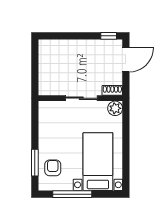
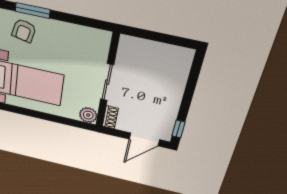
door: (126, 60) -> (144, 139), hinge flipped
armchair: (53, 168) -> (24, 31), turned 103

